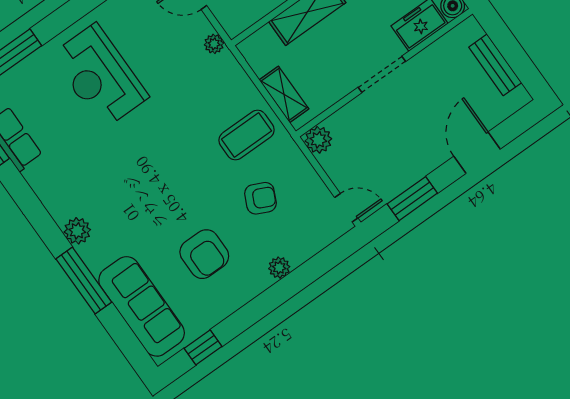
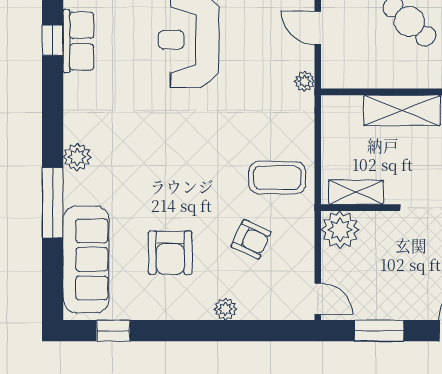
shelving: (284, 94) -> (356, 192), moved, turned 90
plant: (318, 140) -> (340, 230), width x1.36, depth x1.36

